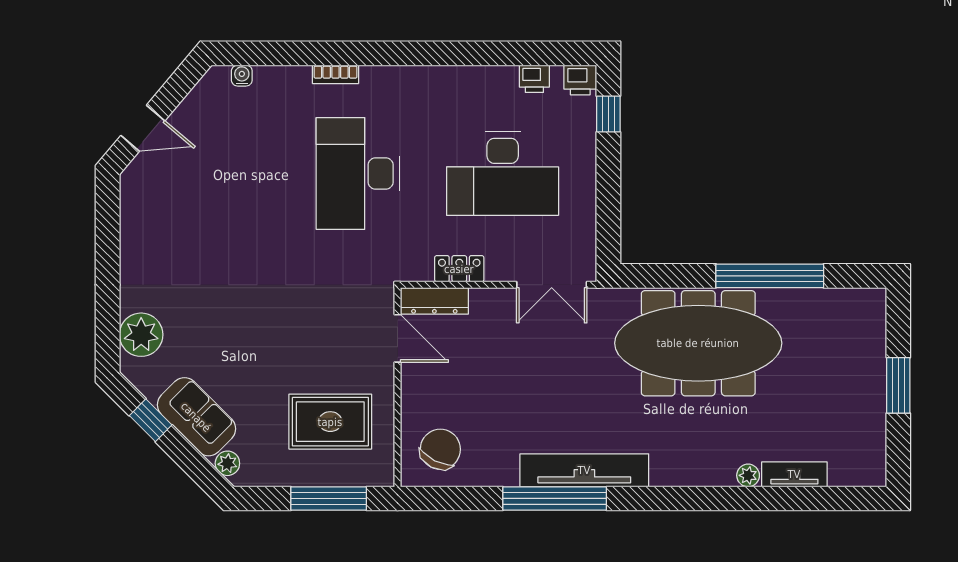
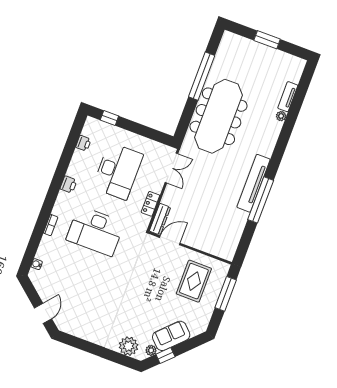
printer: (580, 80) -> (68, 184), moved
chair: (440, 449) -> (222, 240), removed
plant: (227, 463) -> (151, 350), moved

